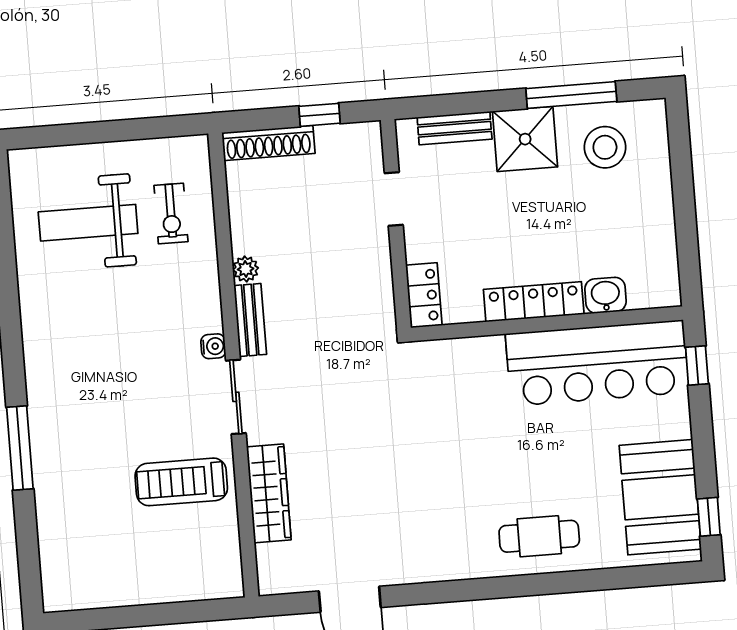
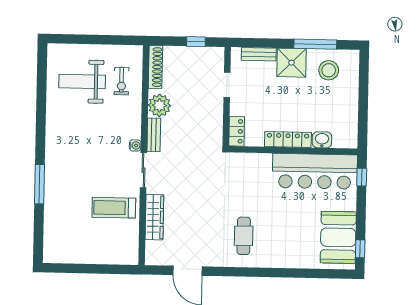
shoe rack: (268, 143) -> (155, 67), moved, turned -90
plant: (246, 269) -> (159, 105), width x1.88, depth x1.88
cafe table: (539, 536) -> (244, 236), moved, turned 90

